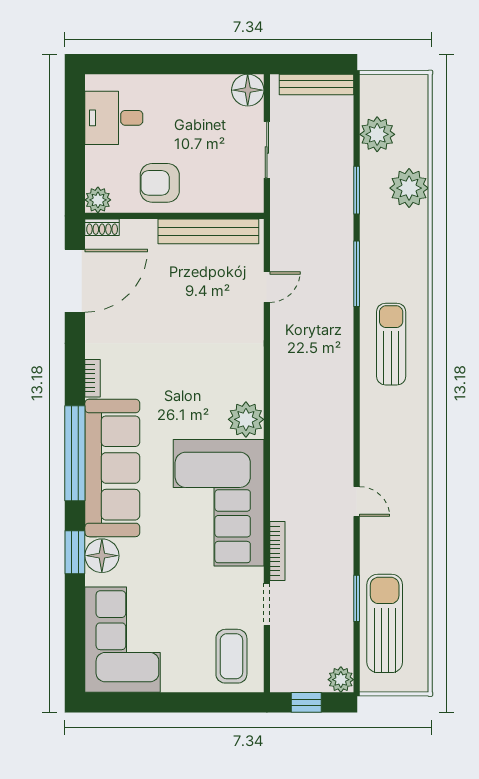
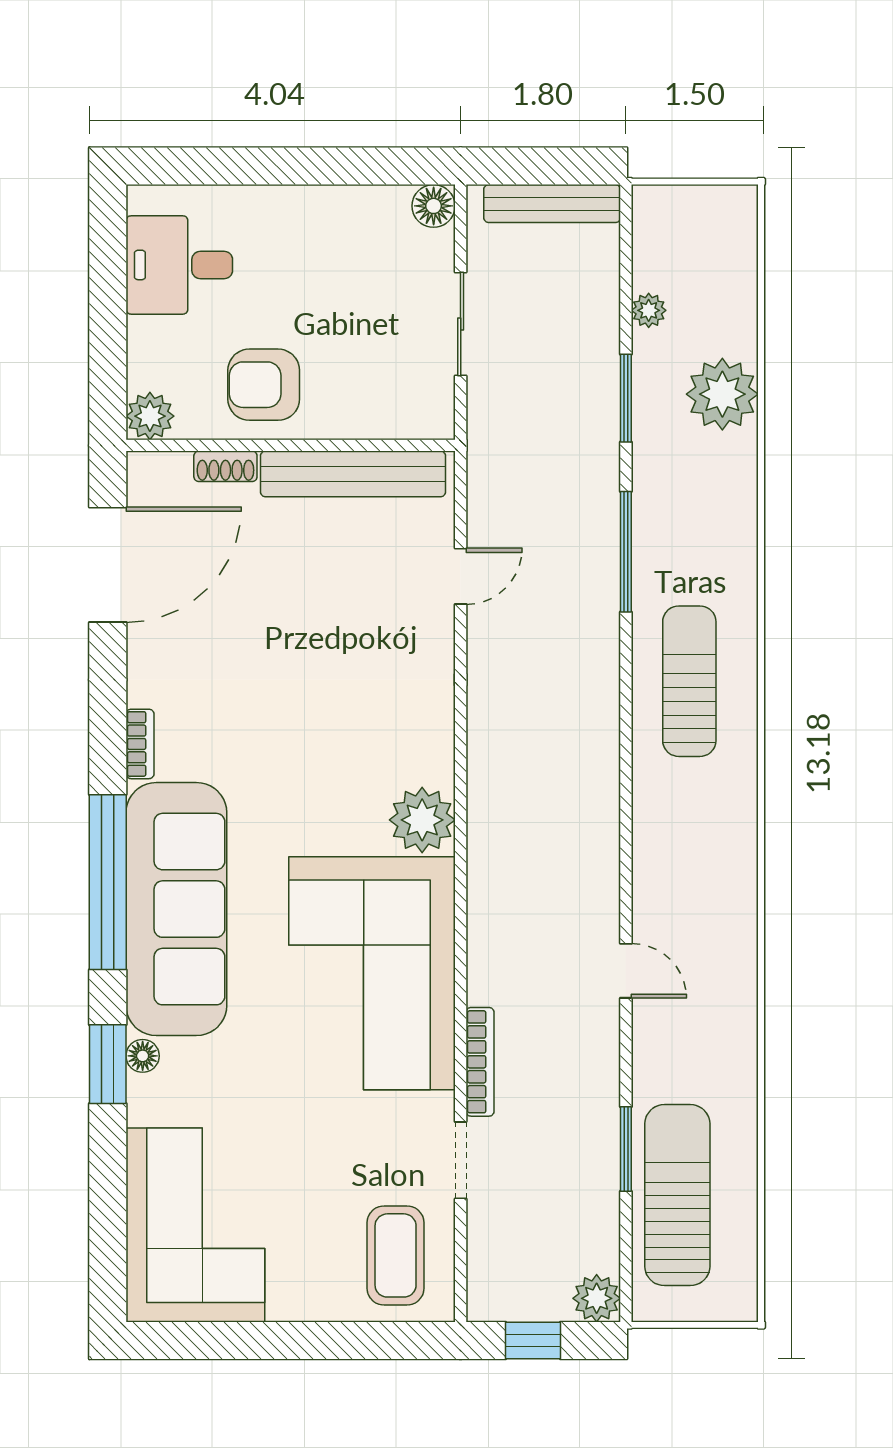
floor lamp: (248, 90) -> (434, 206), width x0.73, depth x0.73
plant: (377, 134) -> (649, 310), width x0.53, depth x0.53
shoe rack: (102, 227) -> (225, 466), moved
floor lamp: (102, 556) -> (143, 1056), width x0.53, depth x0.53

